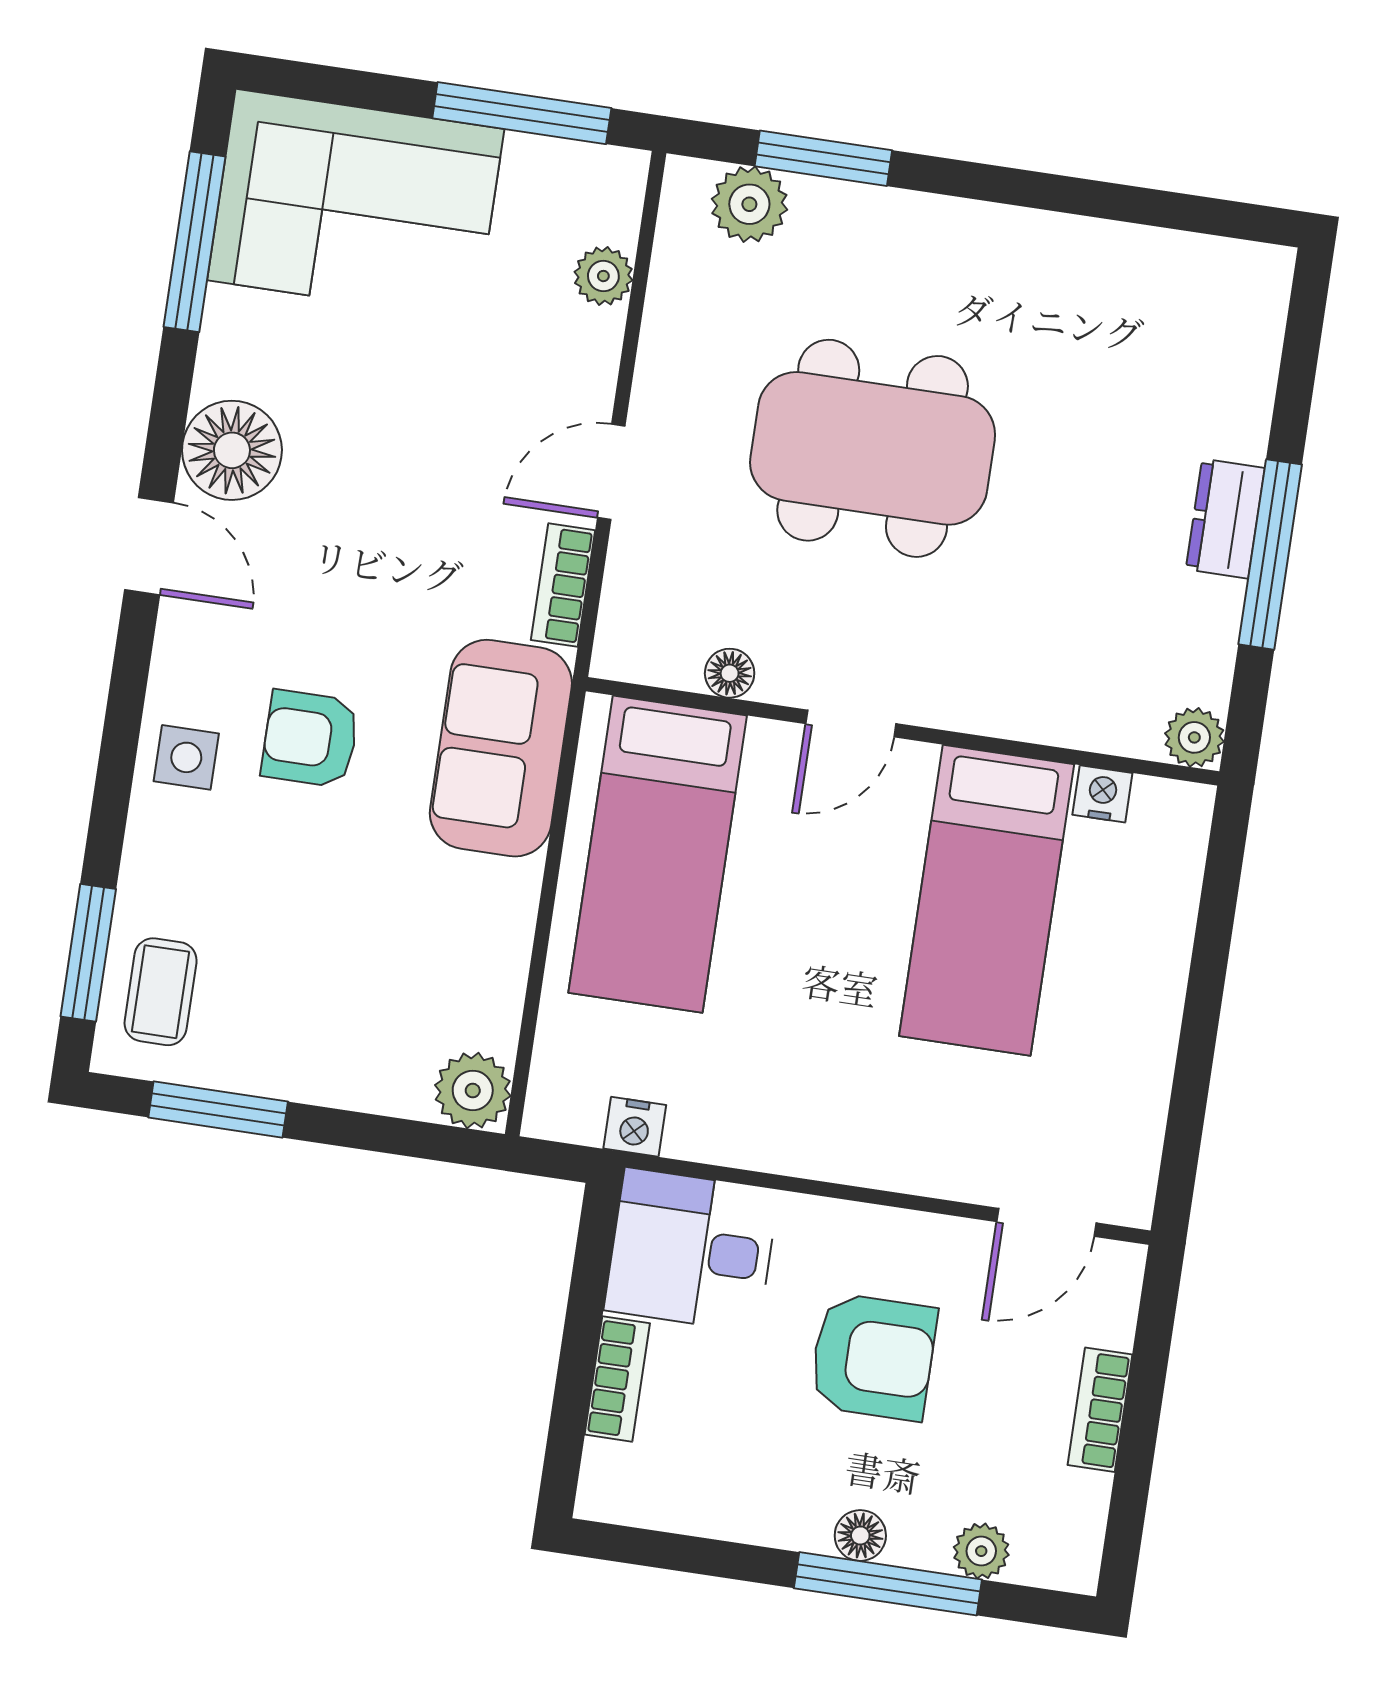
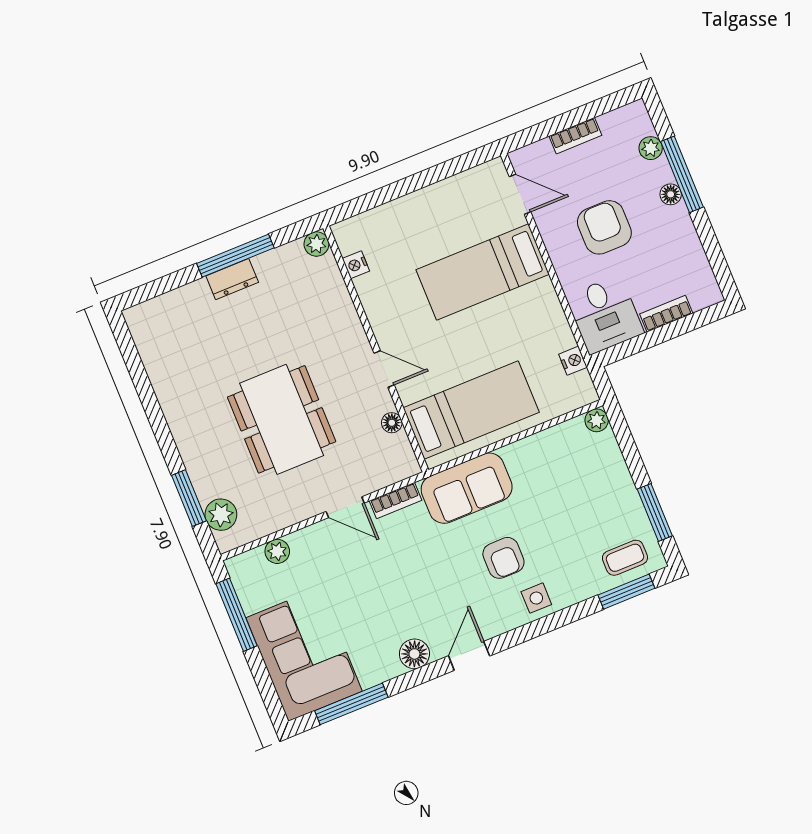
floor lamp: (232, 450) -> (414, 654), width x0.73, depth x0.73
bed: (987, 900) -> (483, 272), moved, turned 180
plant: (473, 1090) -> (597, 420), width x0.73, depth x0.73

